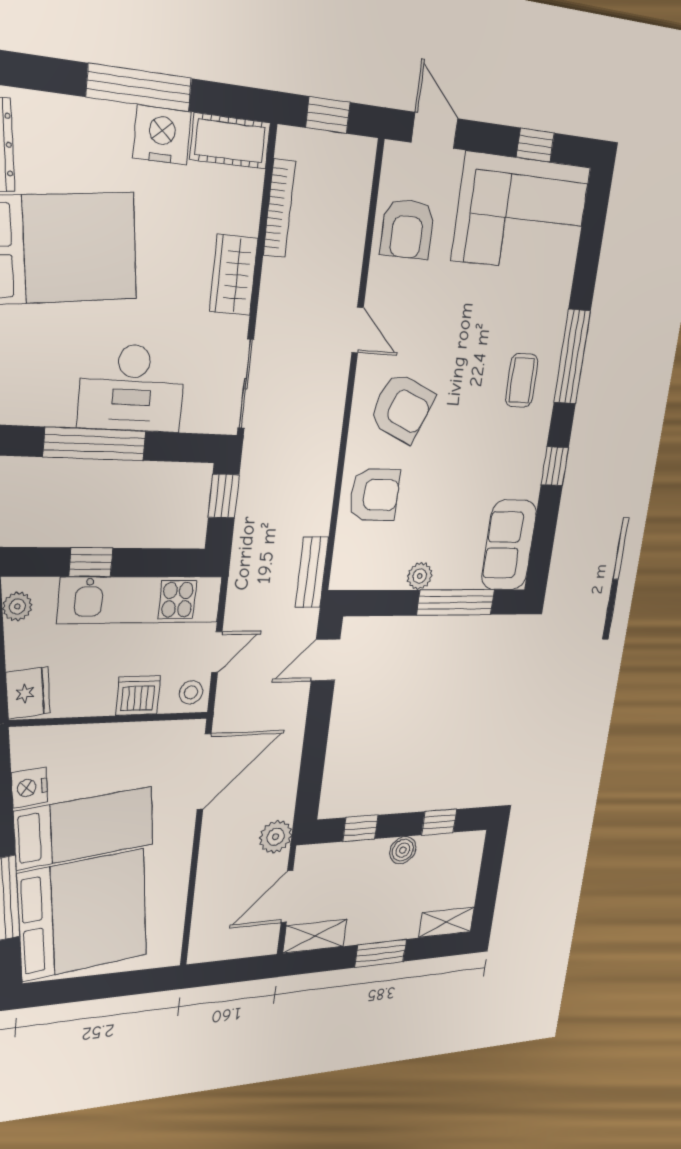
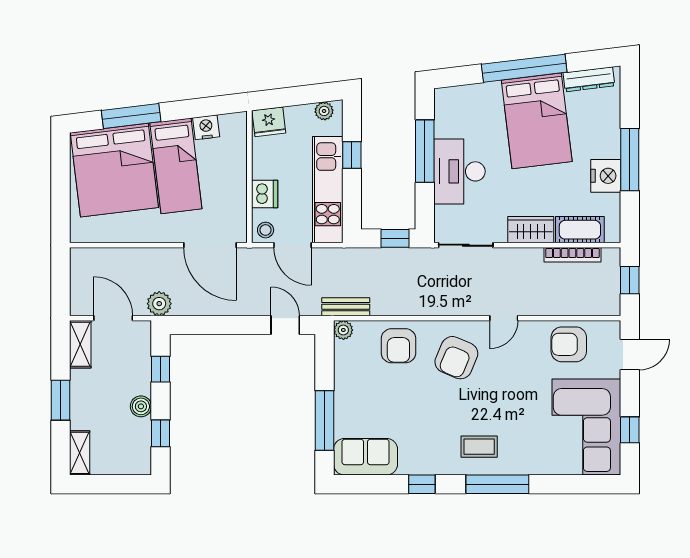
cot: (230, 141) -> (580, 230), moved, turned 90
plant: (420, 576) -> (343, 330), moved
door: (217, 652) -> (293, 245), width x1.38

